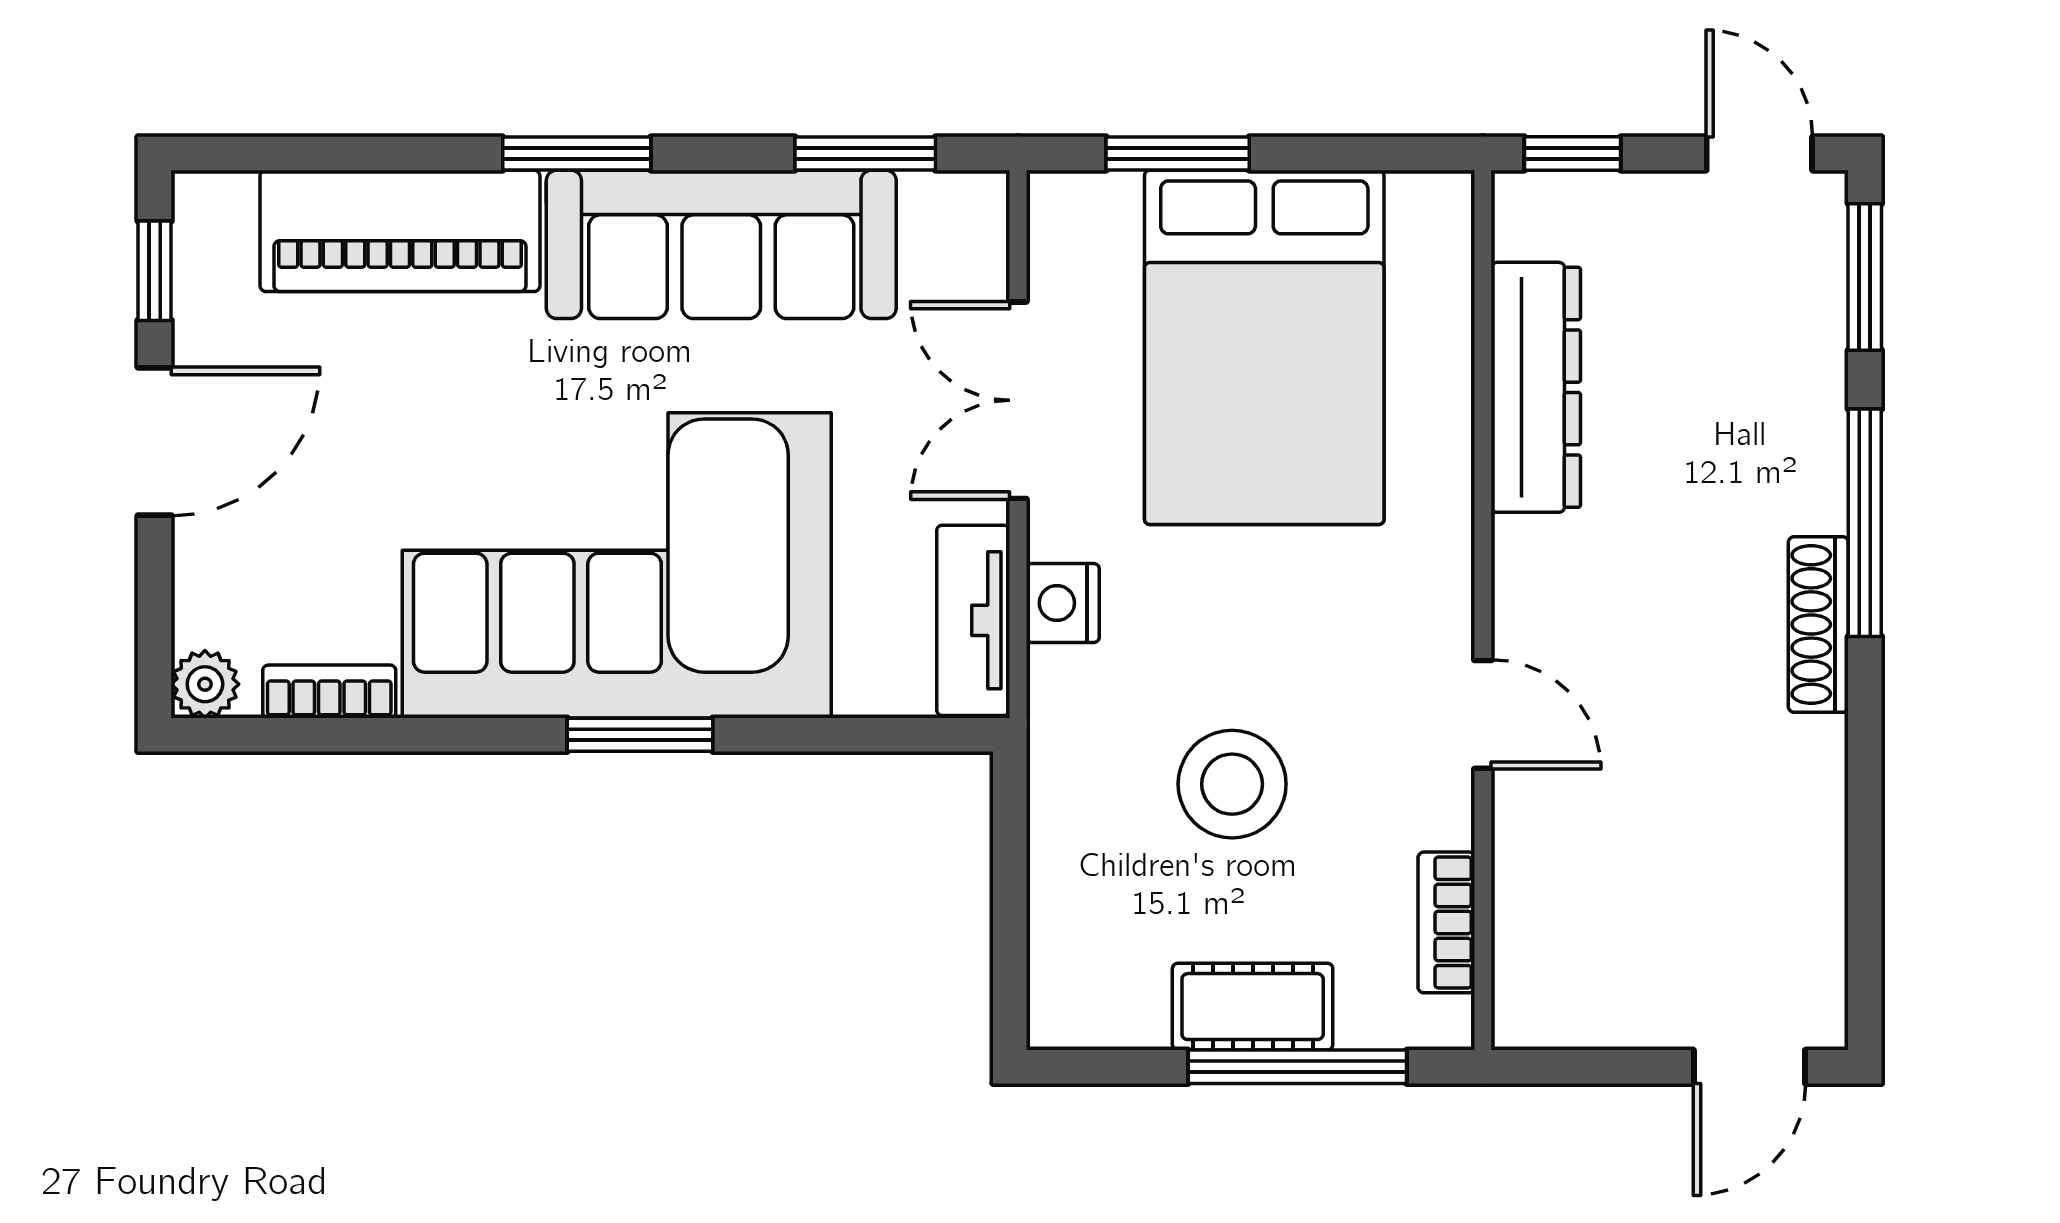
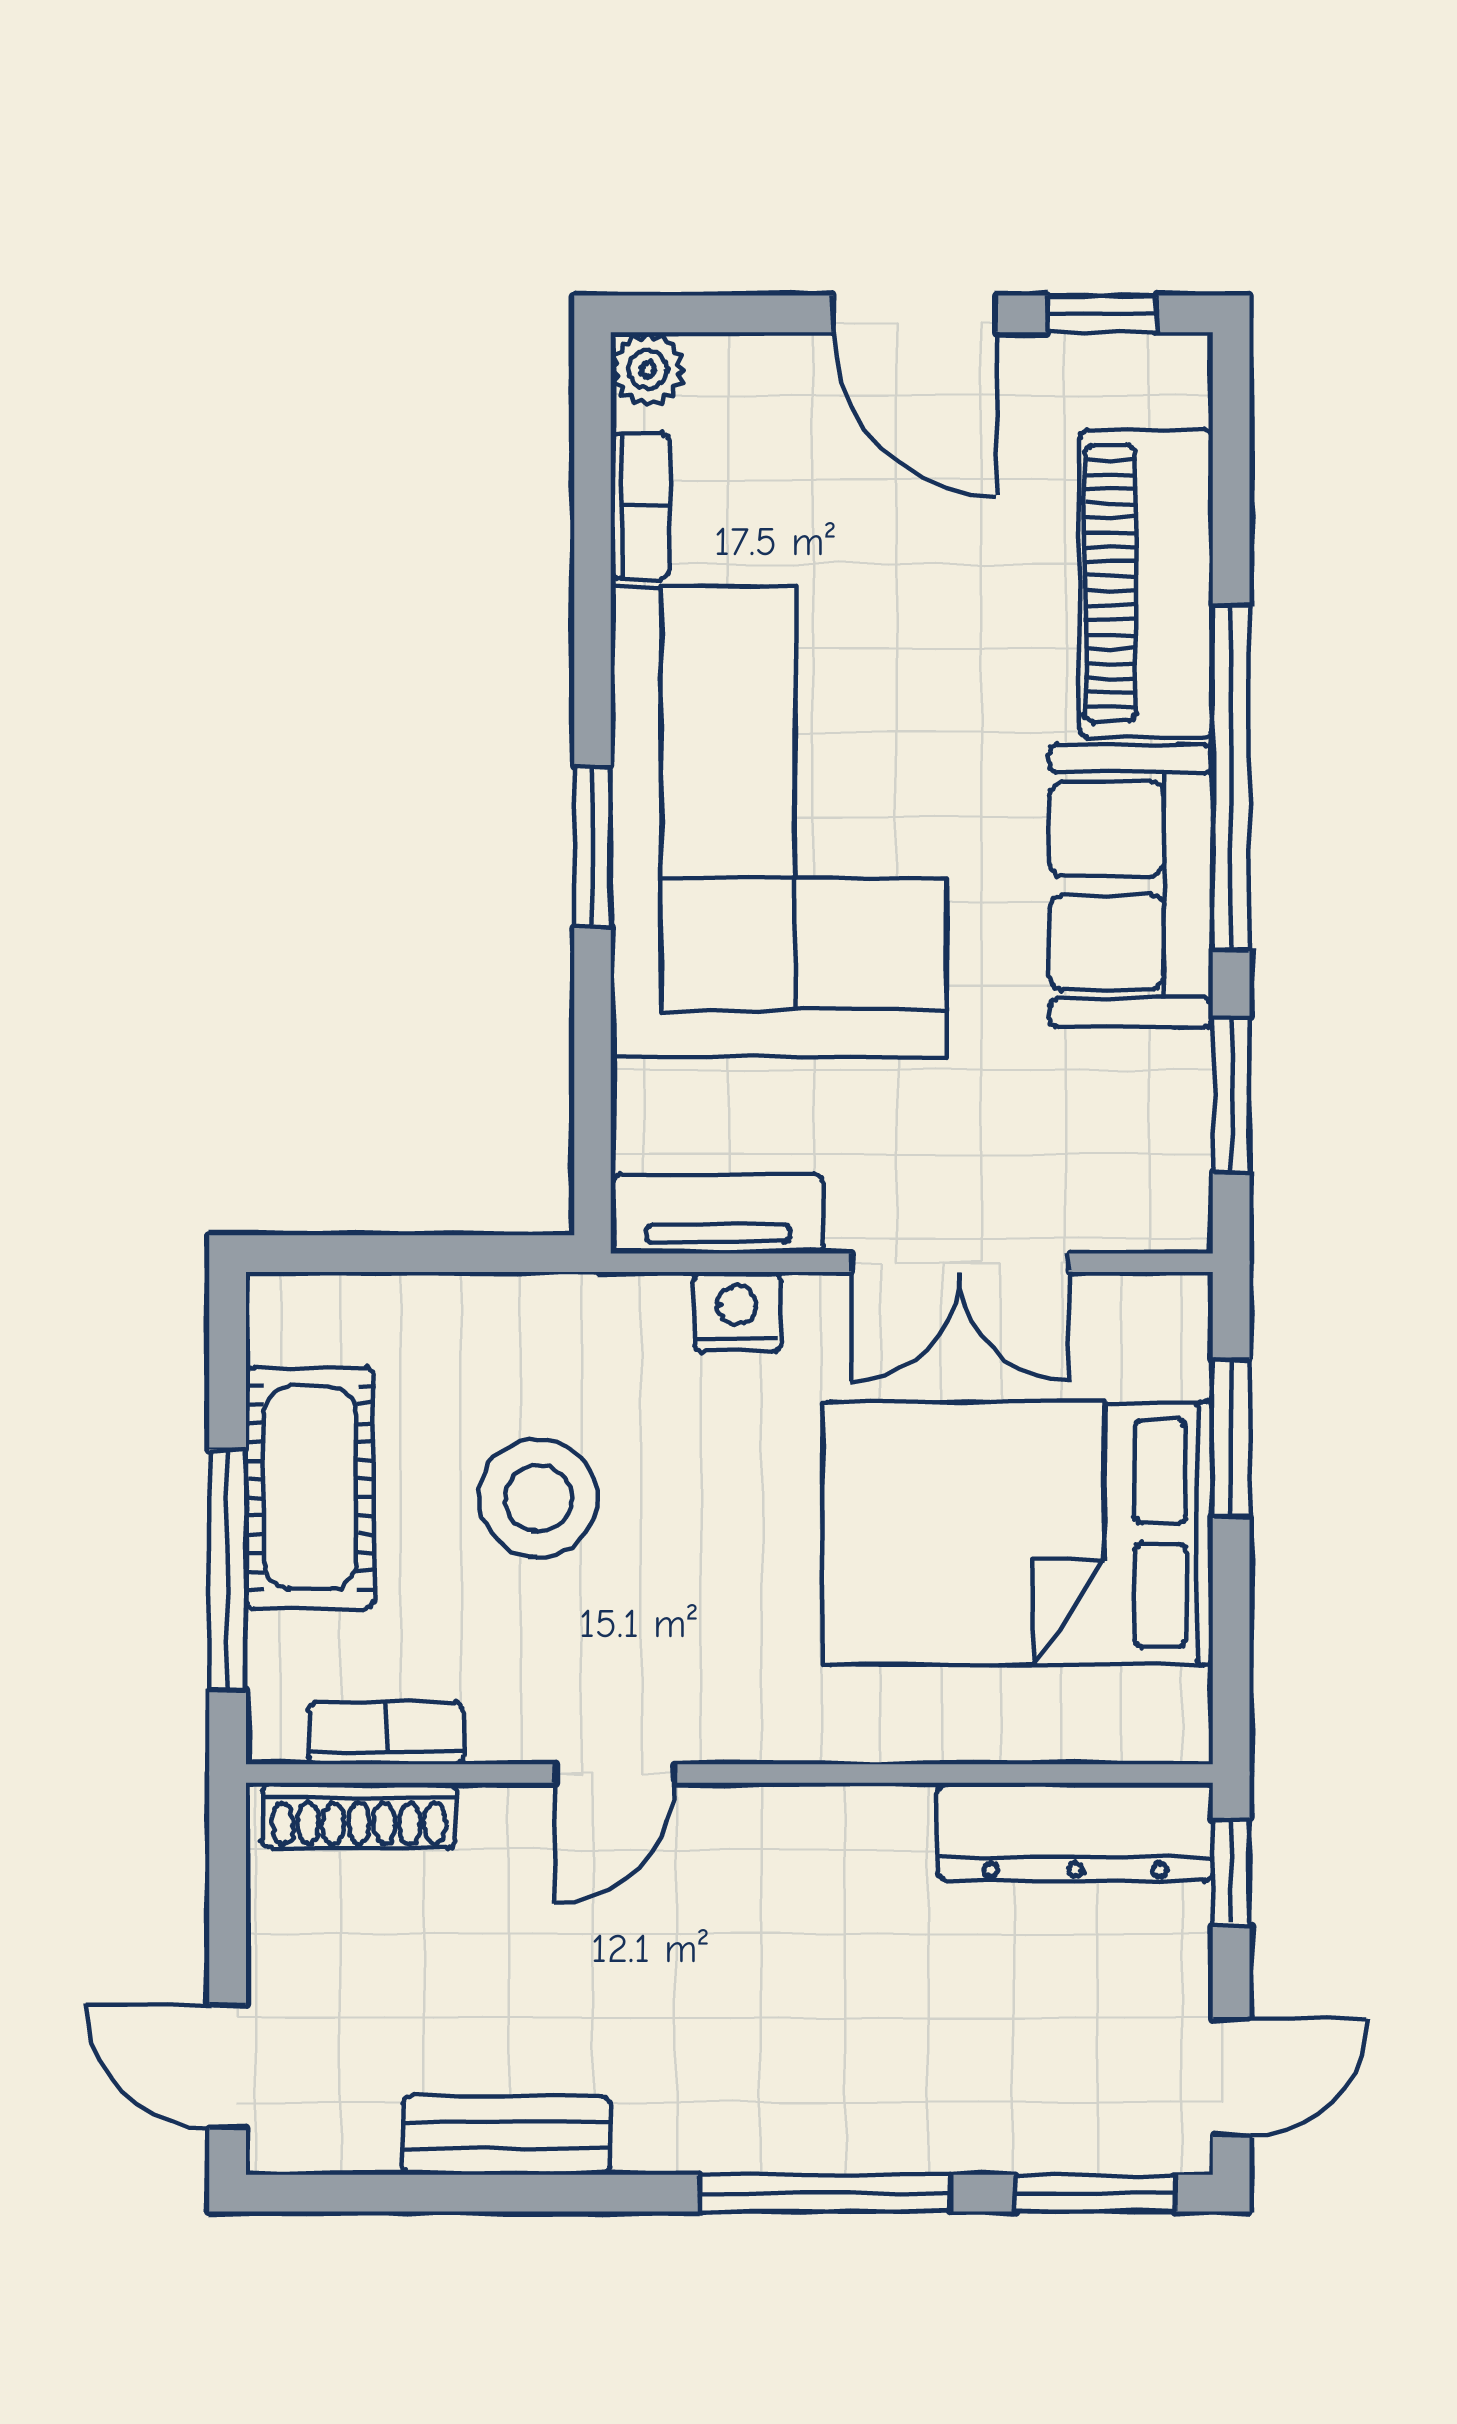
window: (577, 154) -> (1231, 778), width x2.11
sofa: (721, 244) -> (1131, 886), width x0.73
dresser: (1536, 387) -> (1075, 1832), moved
double door: (1018, 400) -> (960, 1263), swing flipped
shoe rack: (1818, 624) -> (359, 1815), moved, turned 180
bench: (1812, 813) -> (506, 2135), added
cot: (1253, 1007) -> (310, 1488), width x1.37, depth x1.34

